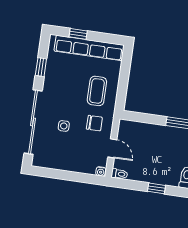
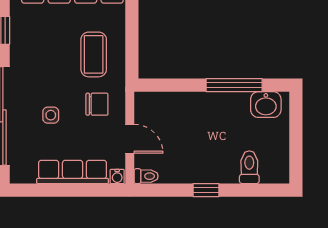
row of seats: (72, 164) -> (73, 172), added

